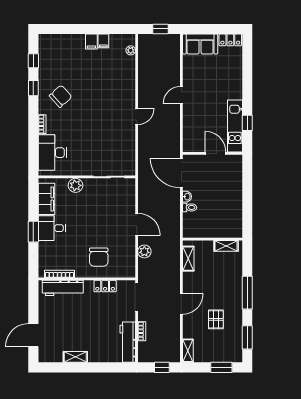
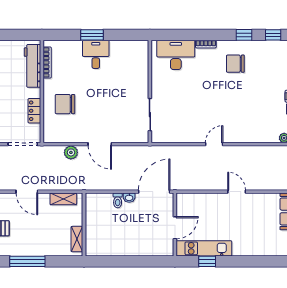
chair: (61, 96) -> (235, 64), turned 132
door: (137, 116) -> (214, 144), swing flipped
plant: (76, 185) -> (141, 79), removed
filing cabinet: (46, 199) -> (127, 49), removed
door: (137, 224) -> (100, 144), hinge flipped
door: (181, 304) -> (27, 192), moved

